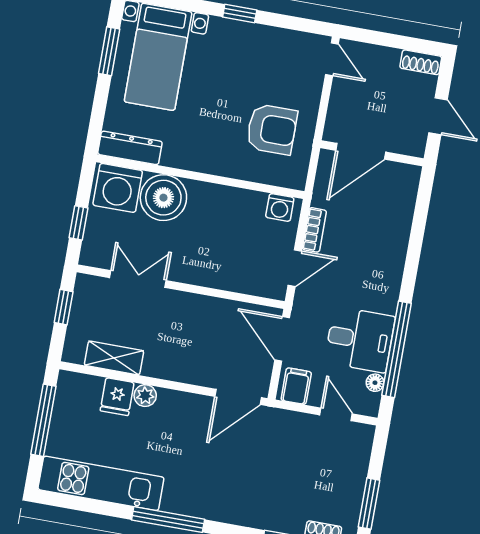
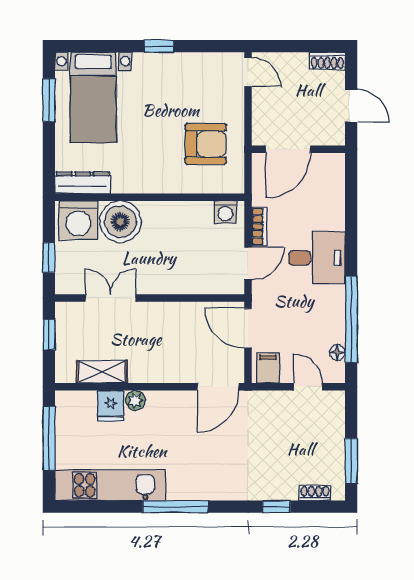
desk: (360, 340) -> (317, 258), moved

